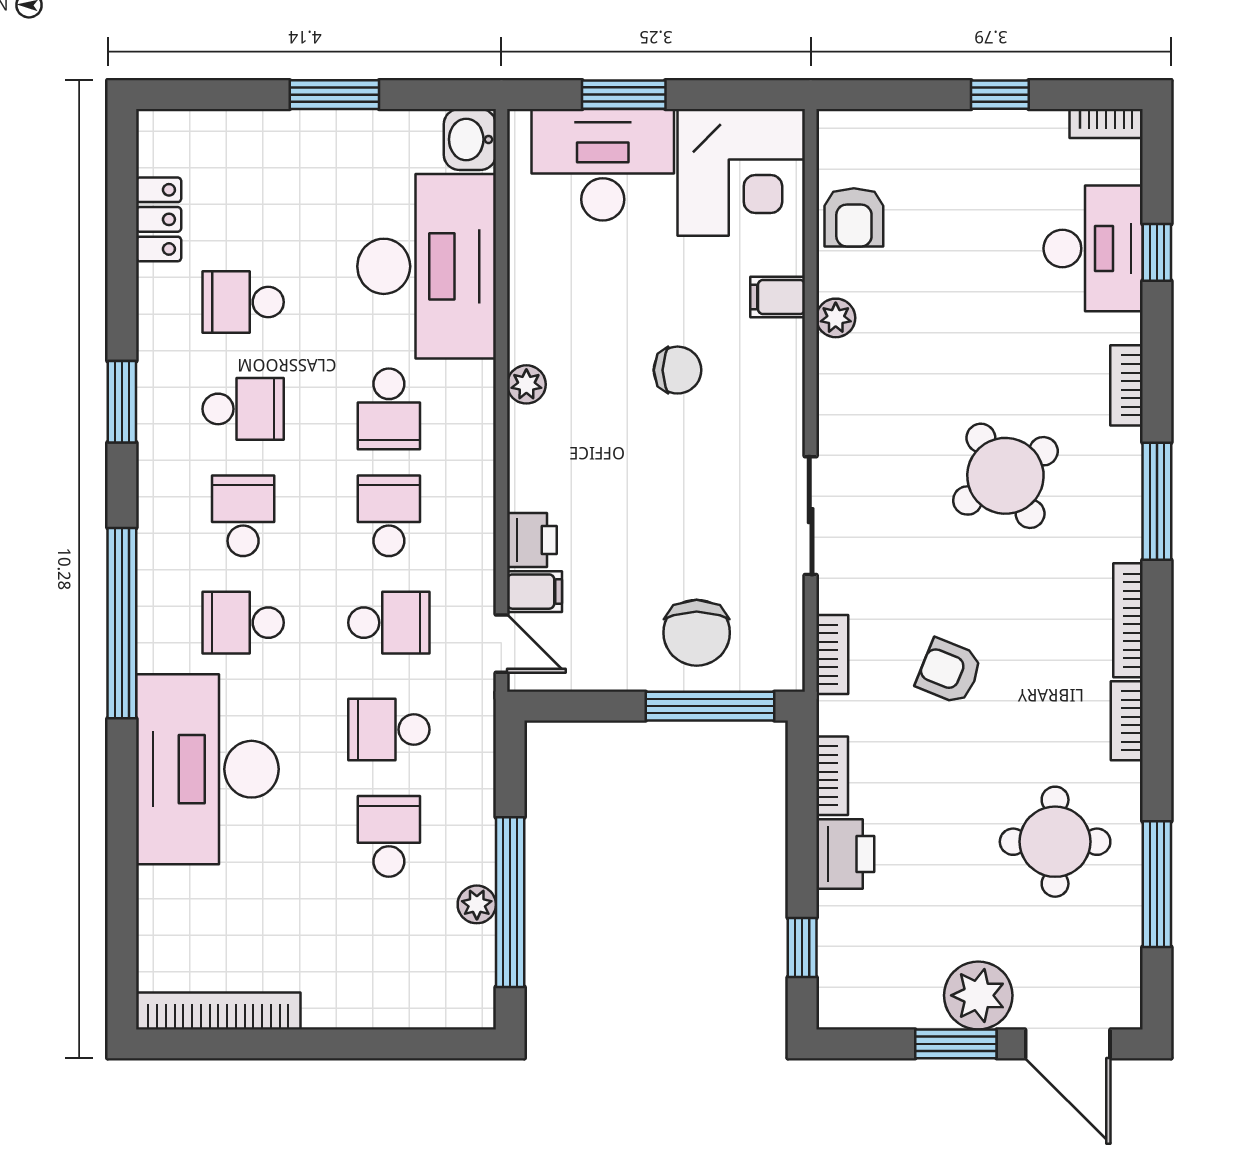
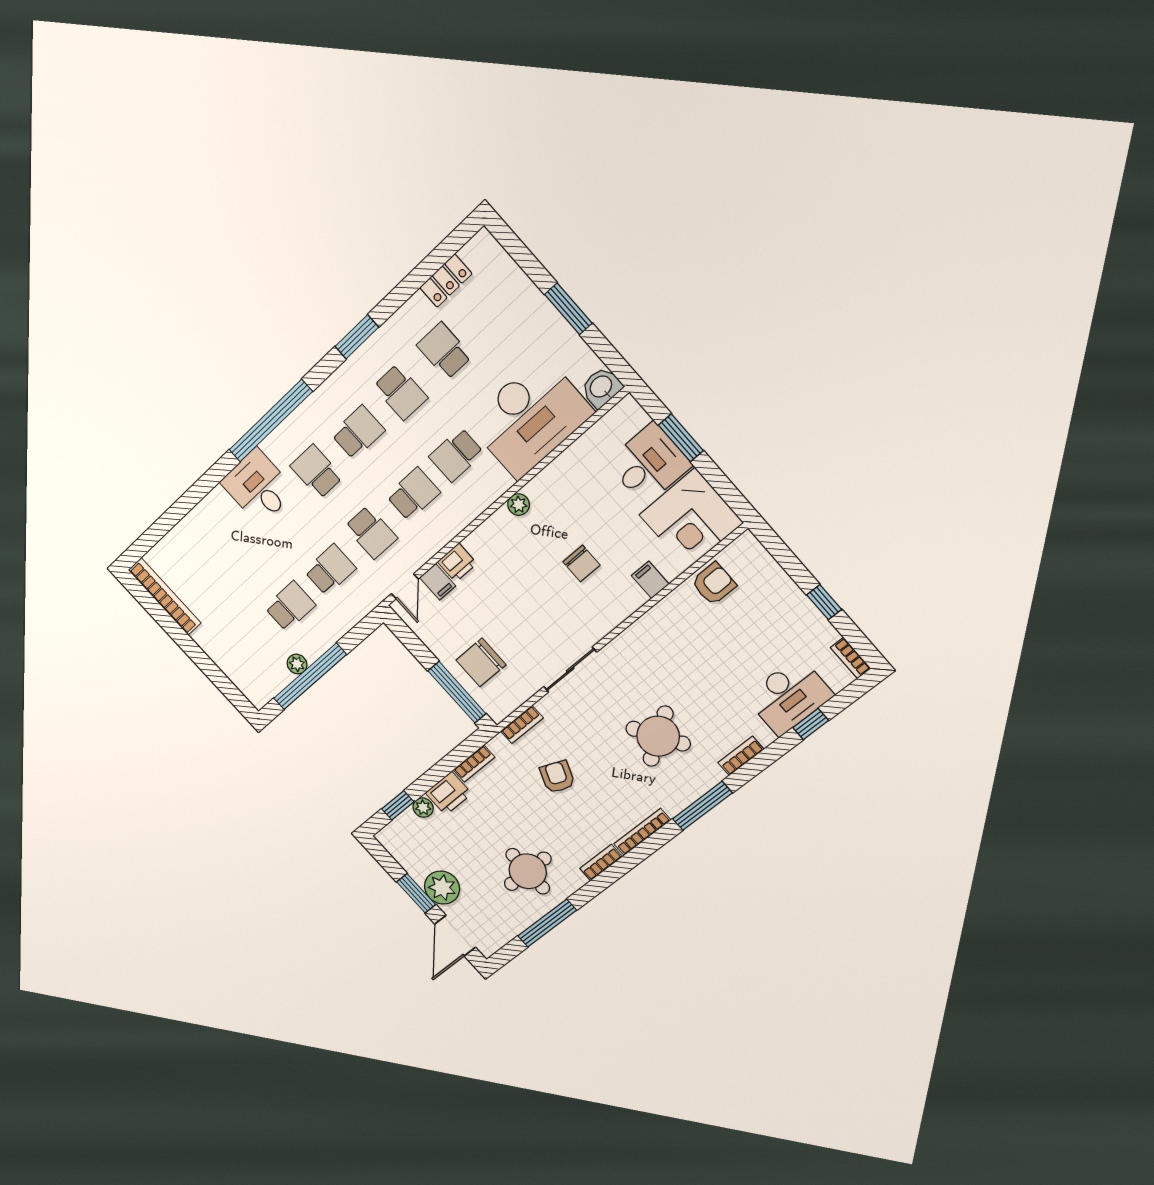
desk: (603, 165) -> (649, 464), width x0.73
armchair: (854, 217) -> (714, 584), turned 180
plant: (836, 318) -> (423, 808), moved
school desk: (389, 730) -> (330, 570), turned 90
desk: (207, 769) -> (258, 487), width x0.53, depth x0.77

